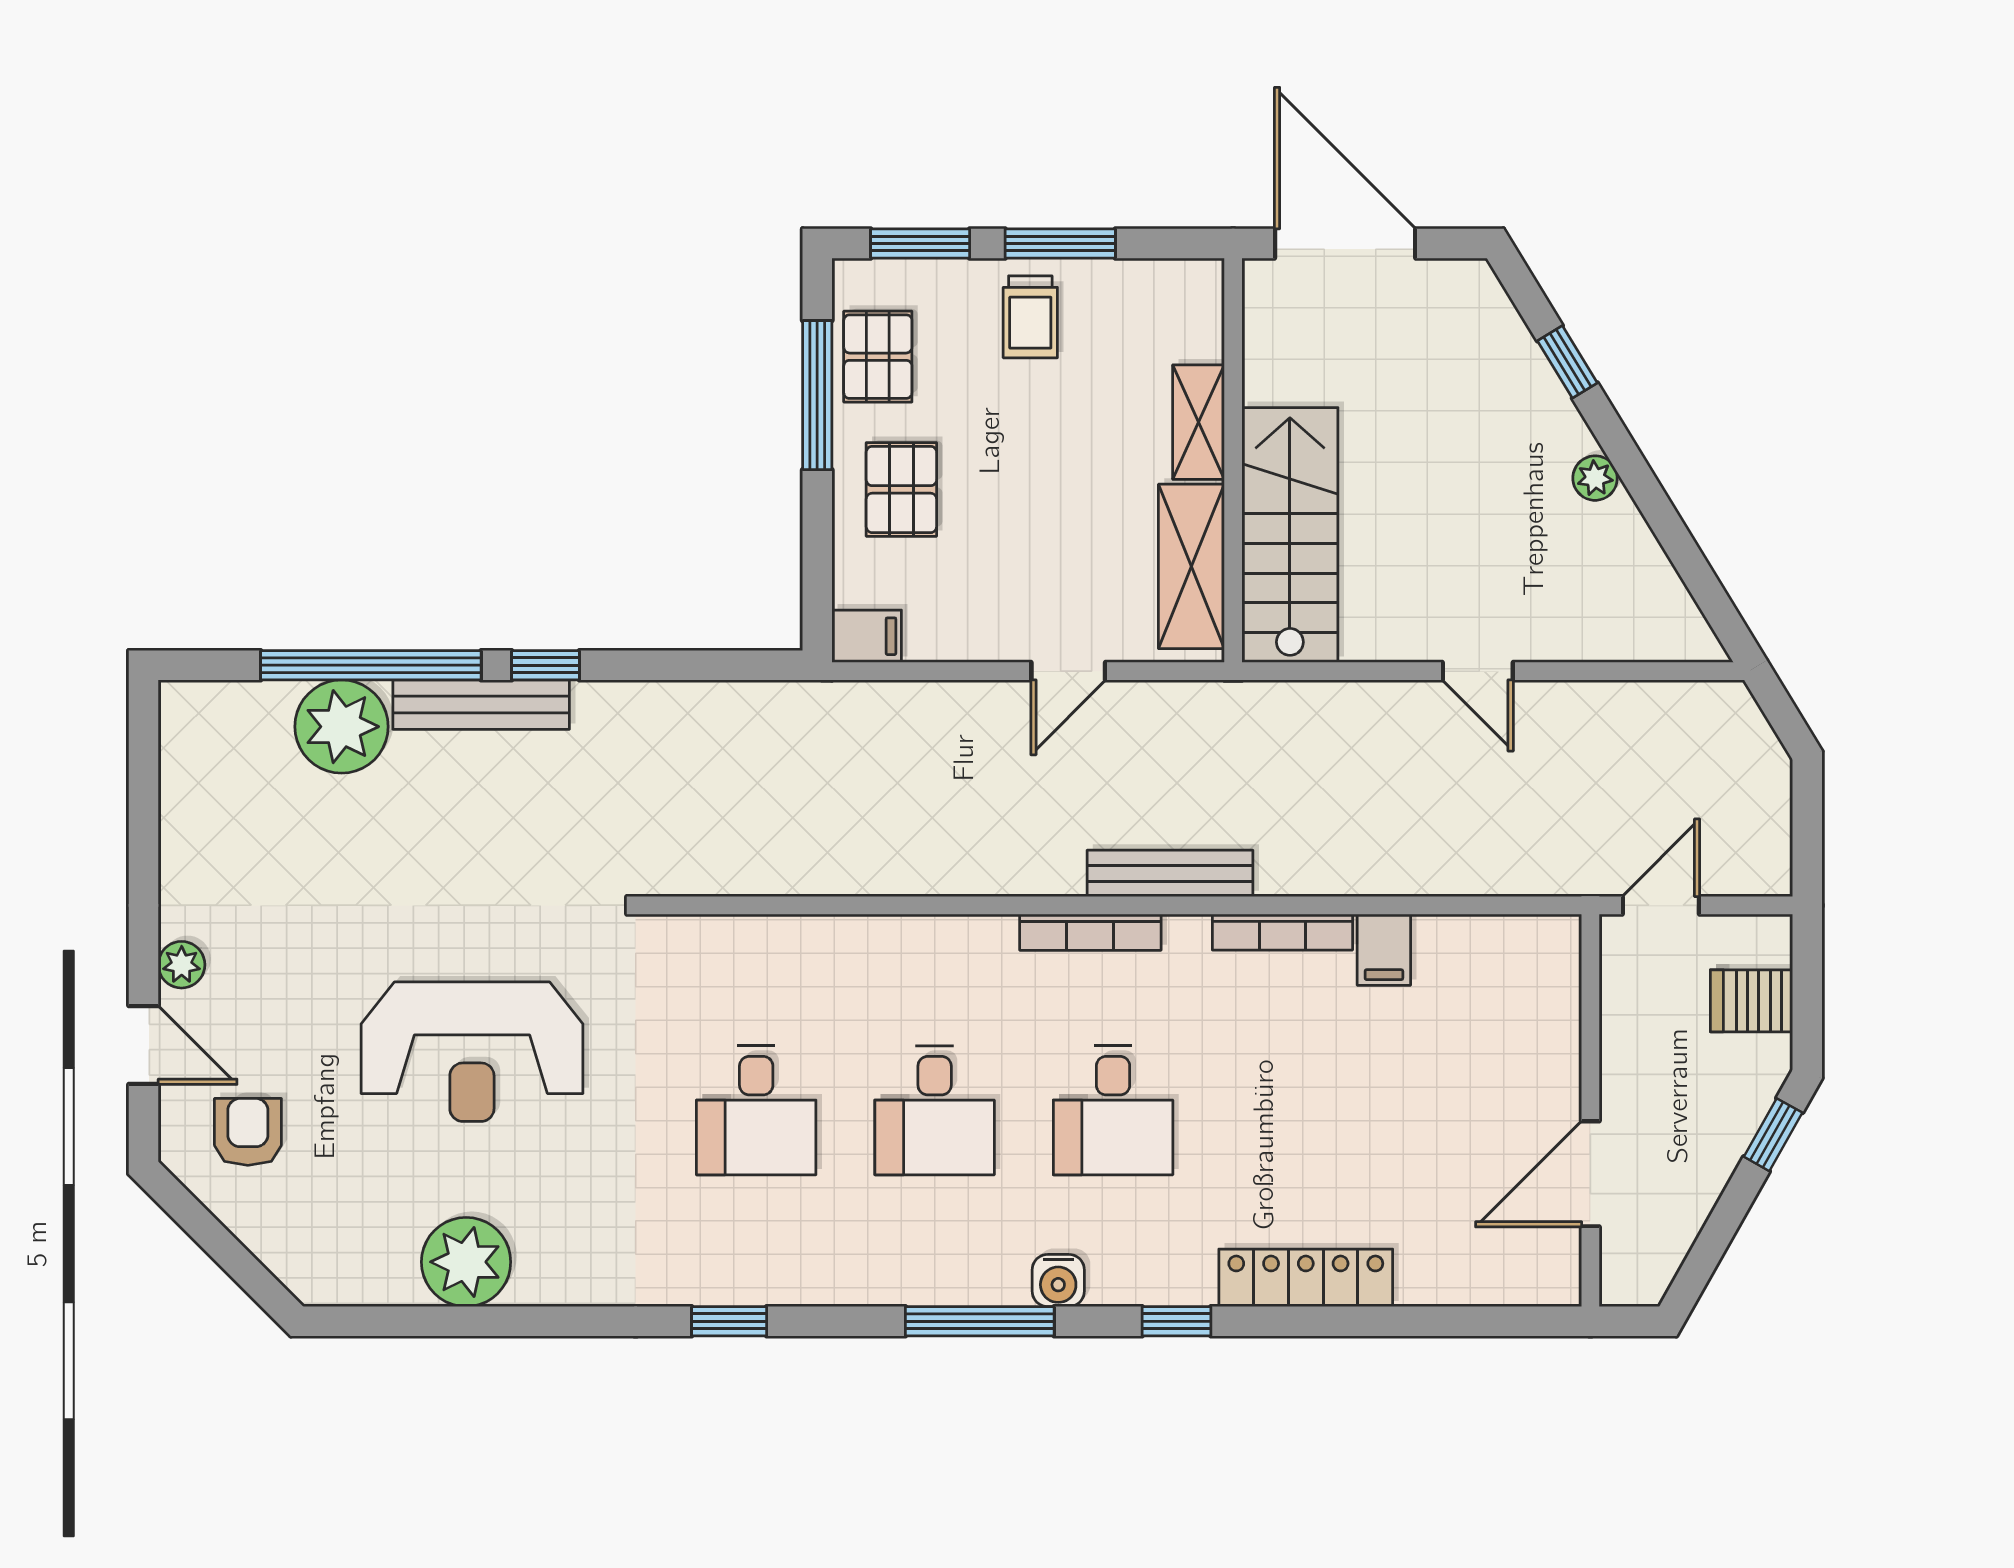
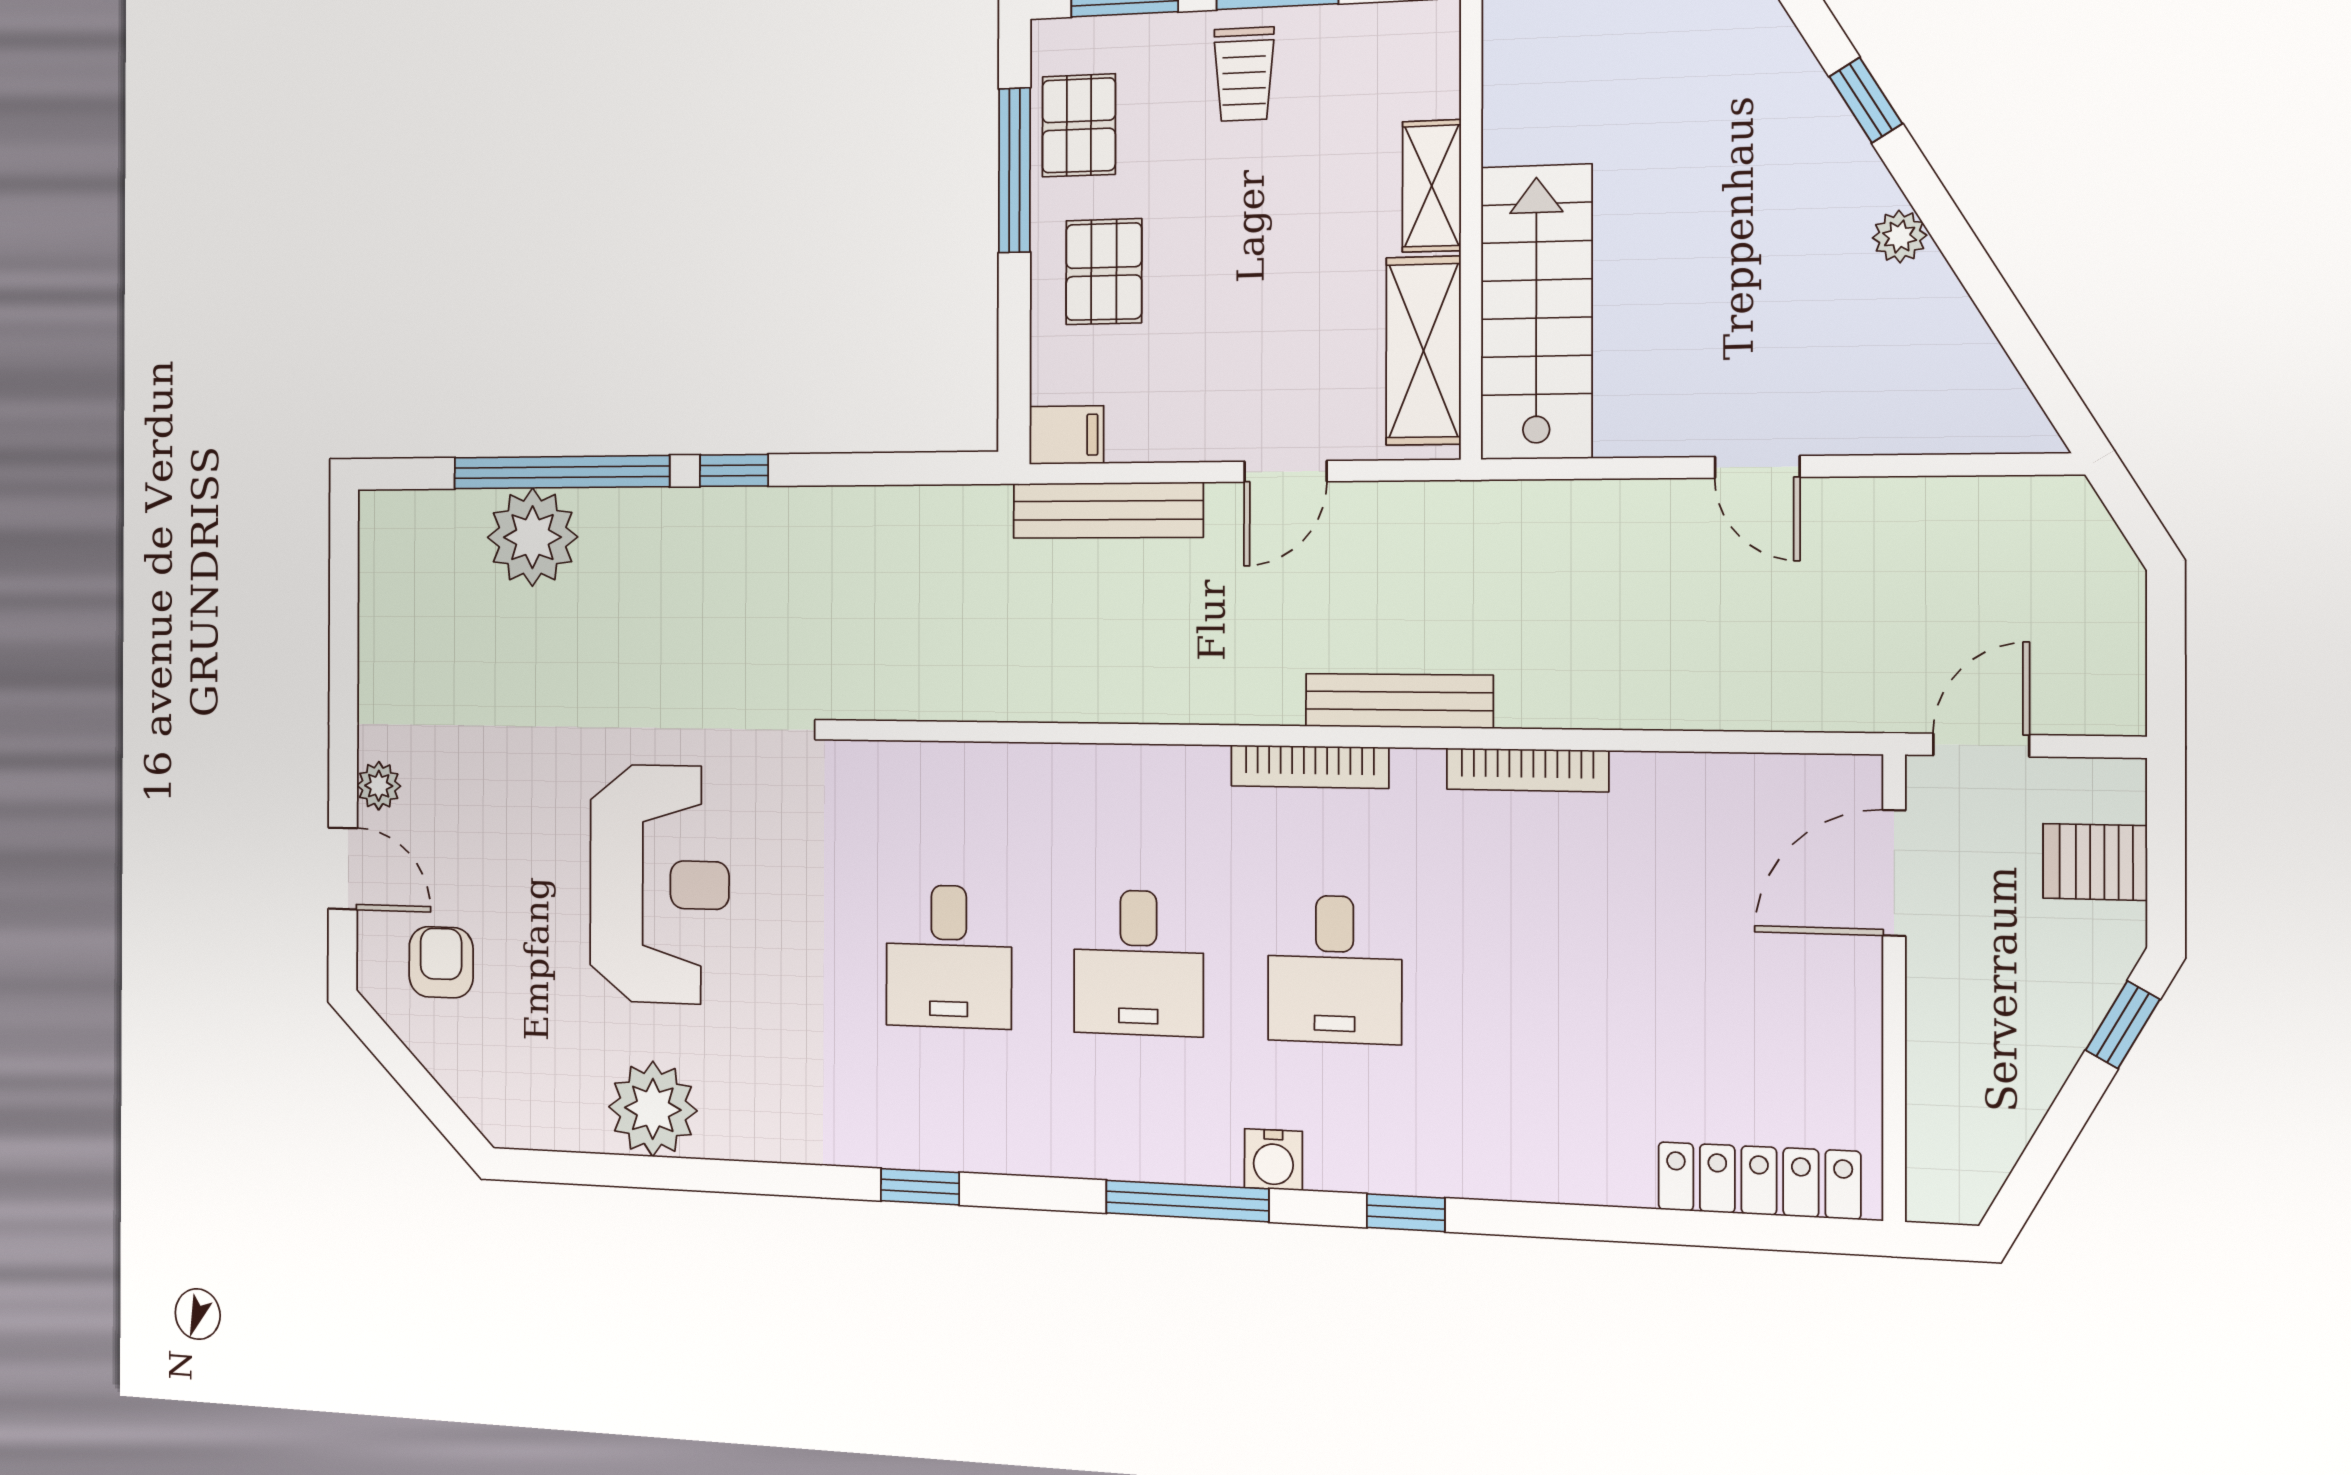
bench: (481, 705) -> (1108, 510), moved
filing cabinet: (1384, 950) -> (1646, 792), removed
reception desk: (472, 1052) -> (659, 884), turned -90
door: (1590, 1174) -> (1894, 873), moved
locker: (1306, 1278) -> (1759, 1181), moved

